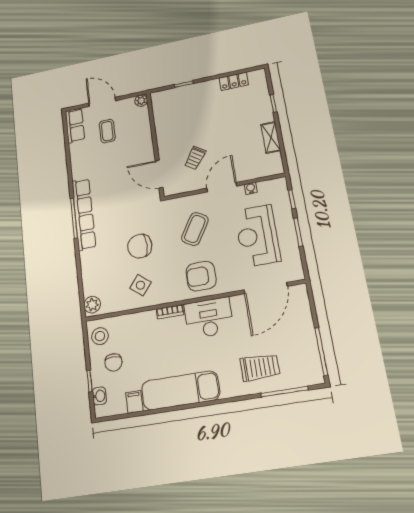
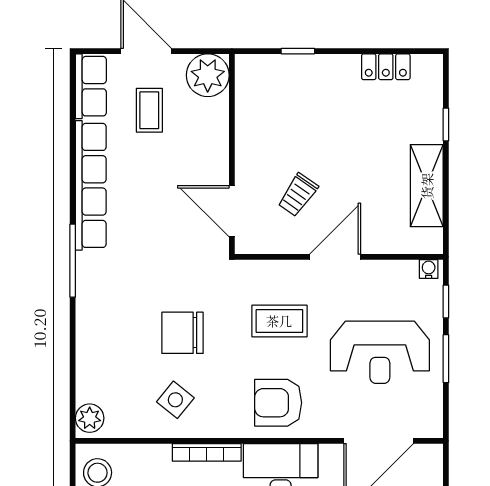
plant: (141, 101) -> (208, 75), width x1.88, depth x1.88
shelving: (271, 137) -> (427, 186), width x1.50, depth x1.33
water cooler: (251, 188) -> (429, 269), moved
row of seats: (84, 214) -> (91, 185), moved
coffee table: (195, 229) -> (279, 321), turned 59
reception desk: (257, 236) -> (380, 352), turned -90
bookcase: (170, 312) -> (207, 452), width x1.56

